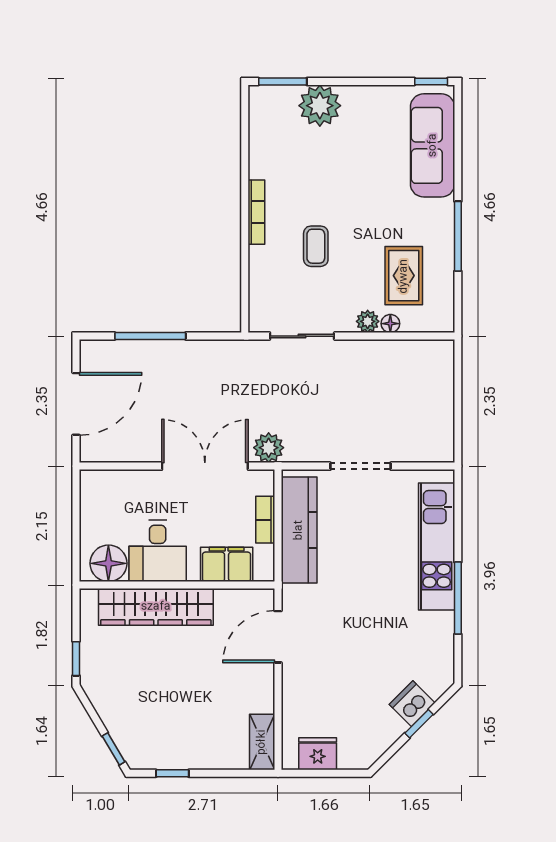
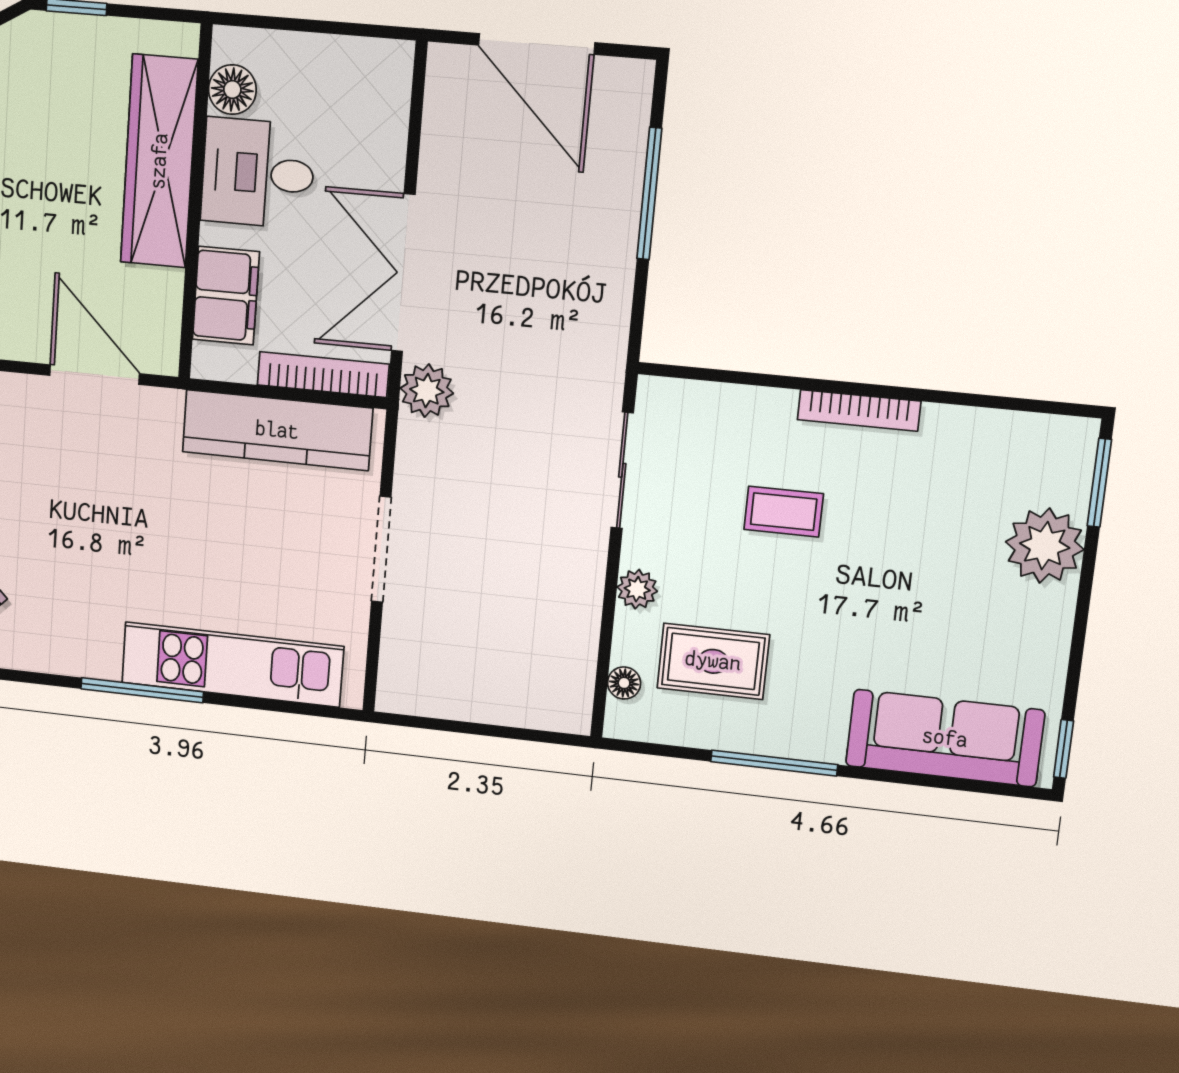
floor lamp: (390, 324) -> (624, 683), moved
double door: (205, 466) -> (403, 273), swing flipped
bookcase: (265, 520) -> (323, 374), width x1.56
floor lamp: (108, 563) -> (232, 90), width x0.73, depth x0.73

